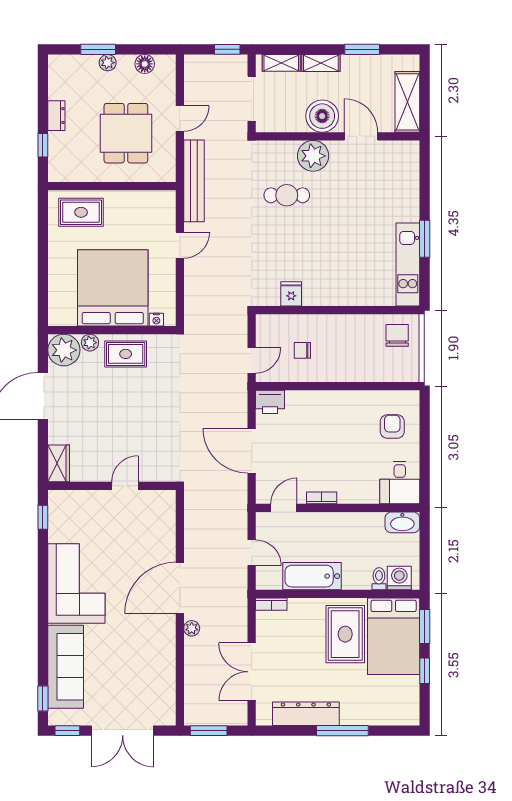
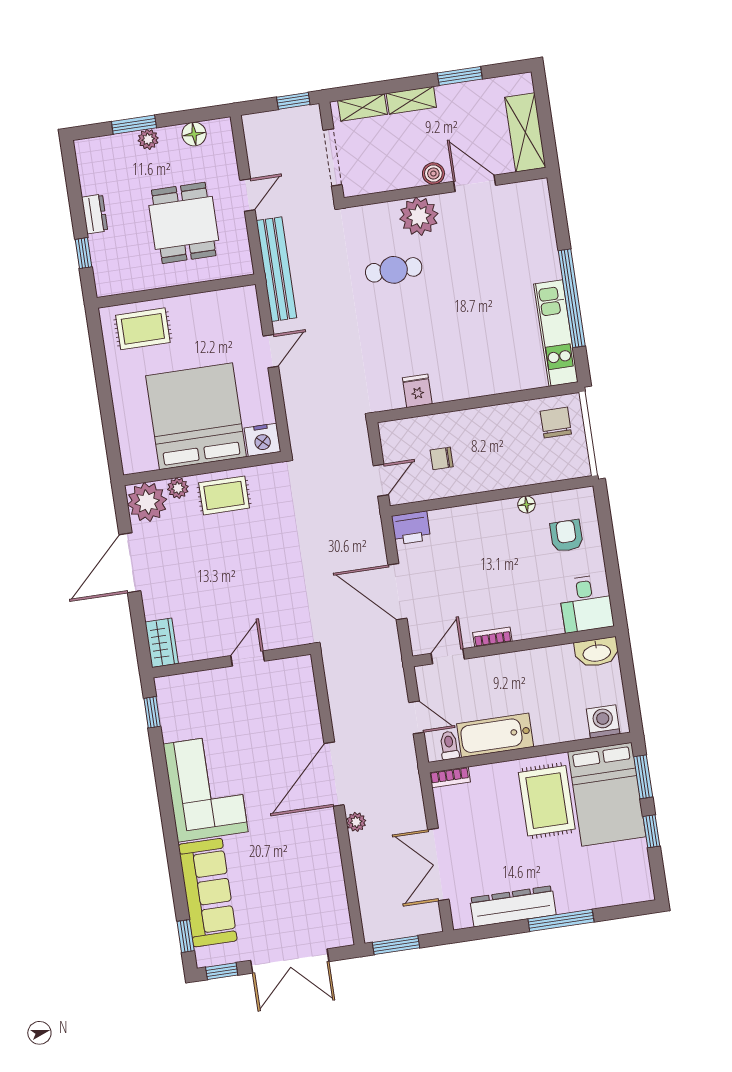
boiler: (322, 116) -> (433, 174), width x0.54, depth x0.54
window: (425, 239) -> (572, 298), width x2.11
nightstand: (156, 320) -> (262, 440), width x1.89, depth x1.79
floor lamp: (364, 397) -> (526, 504), added
toilet: (379, 579) -> (449, 745), moved

